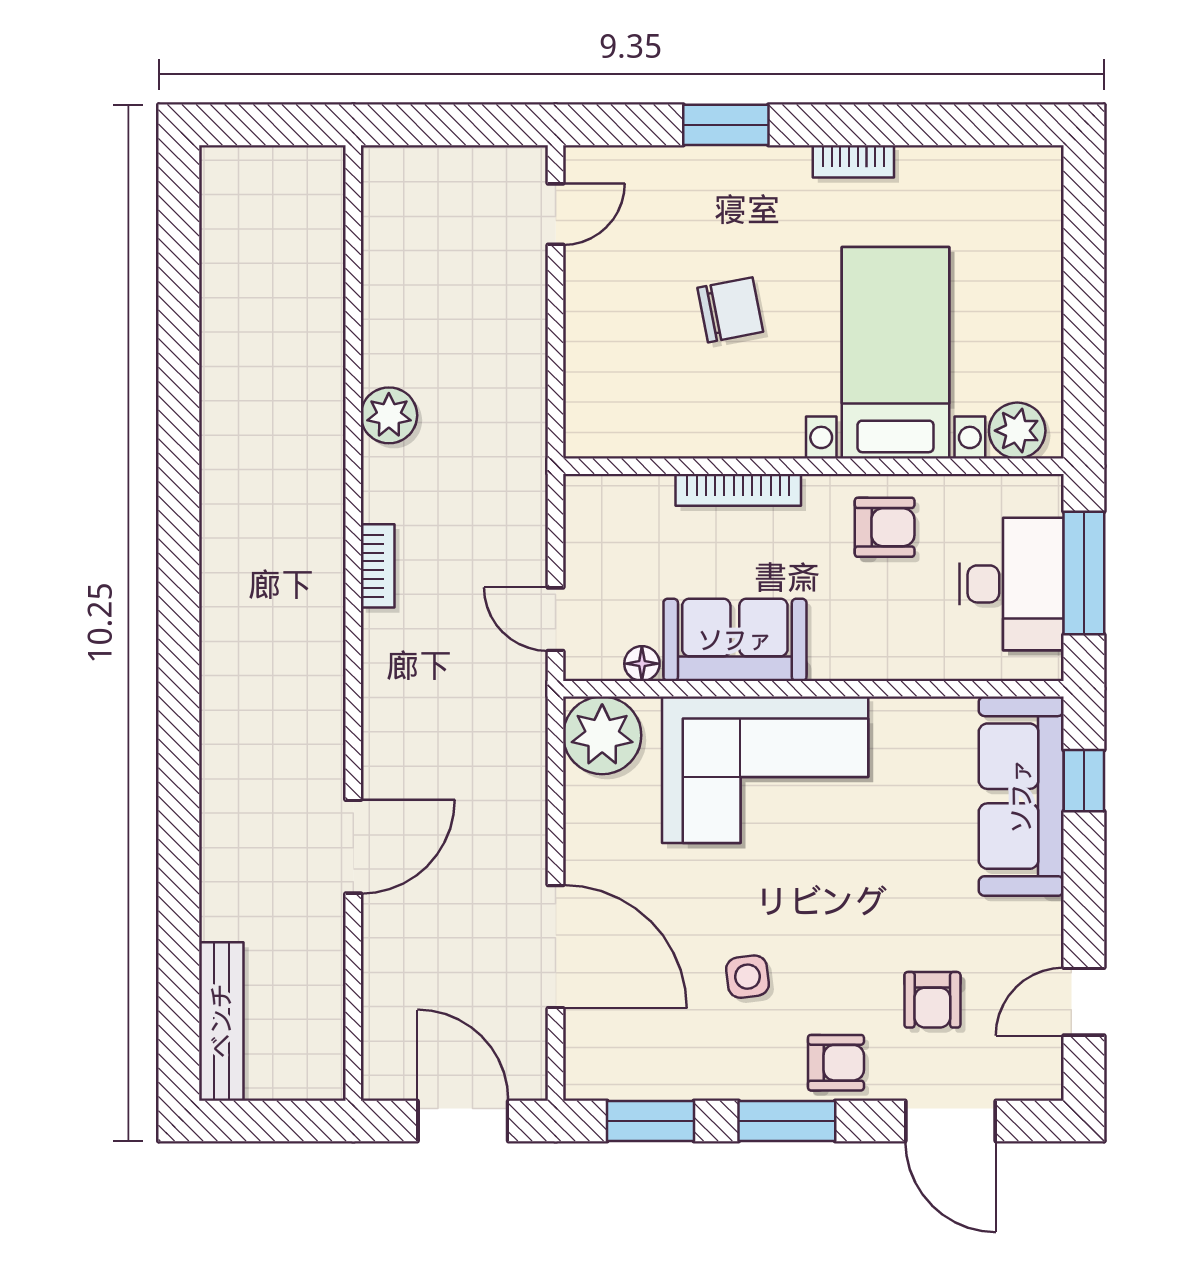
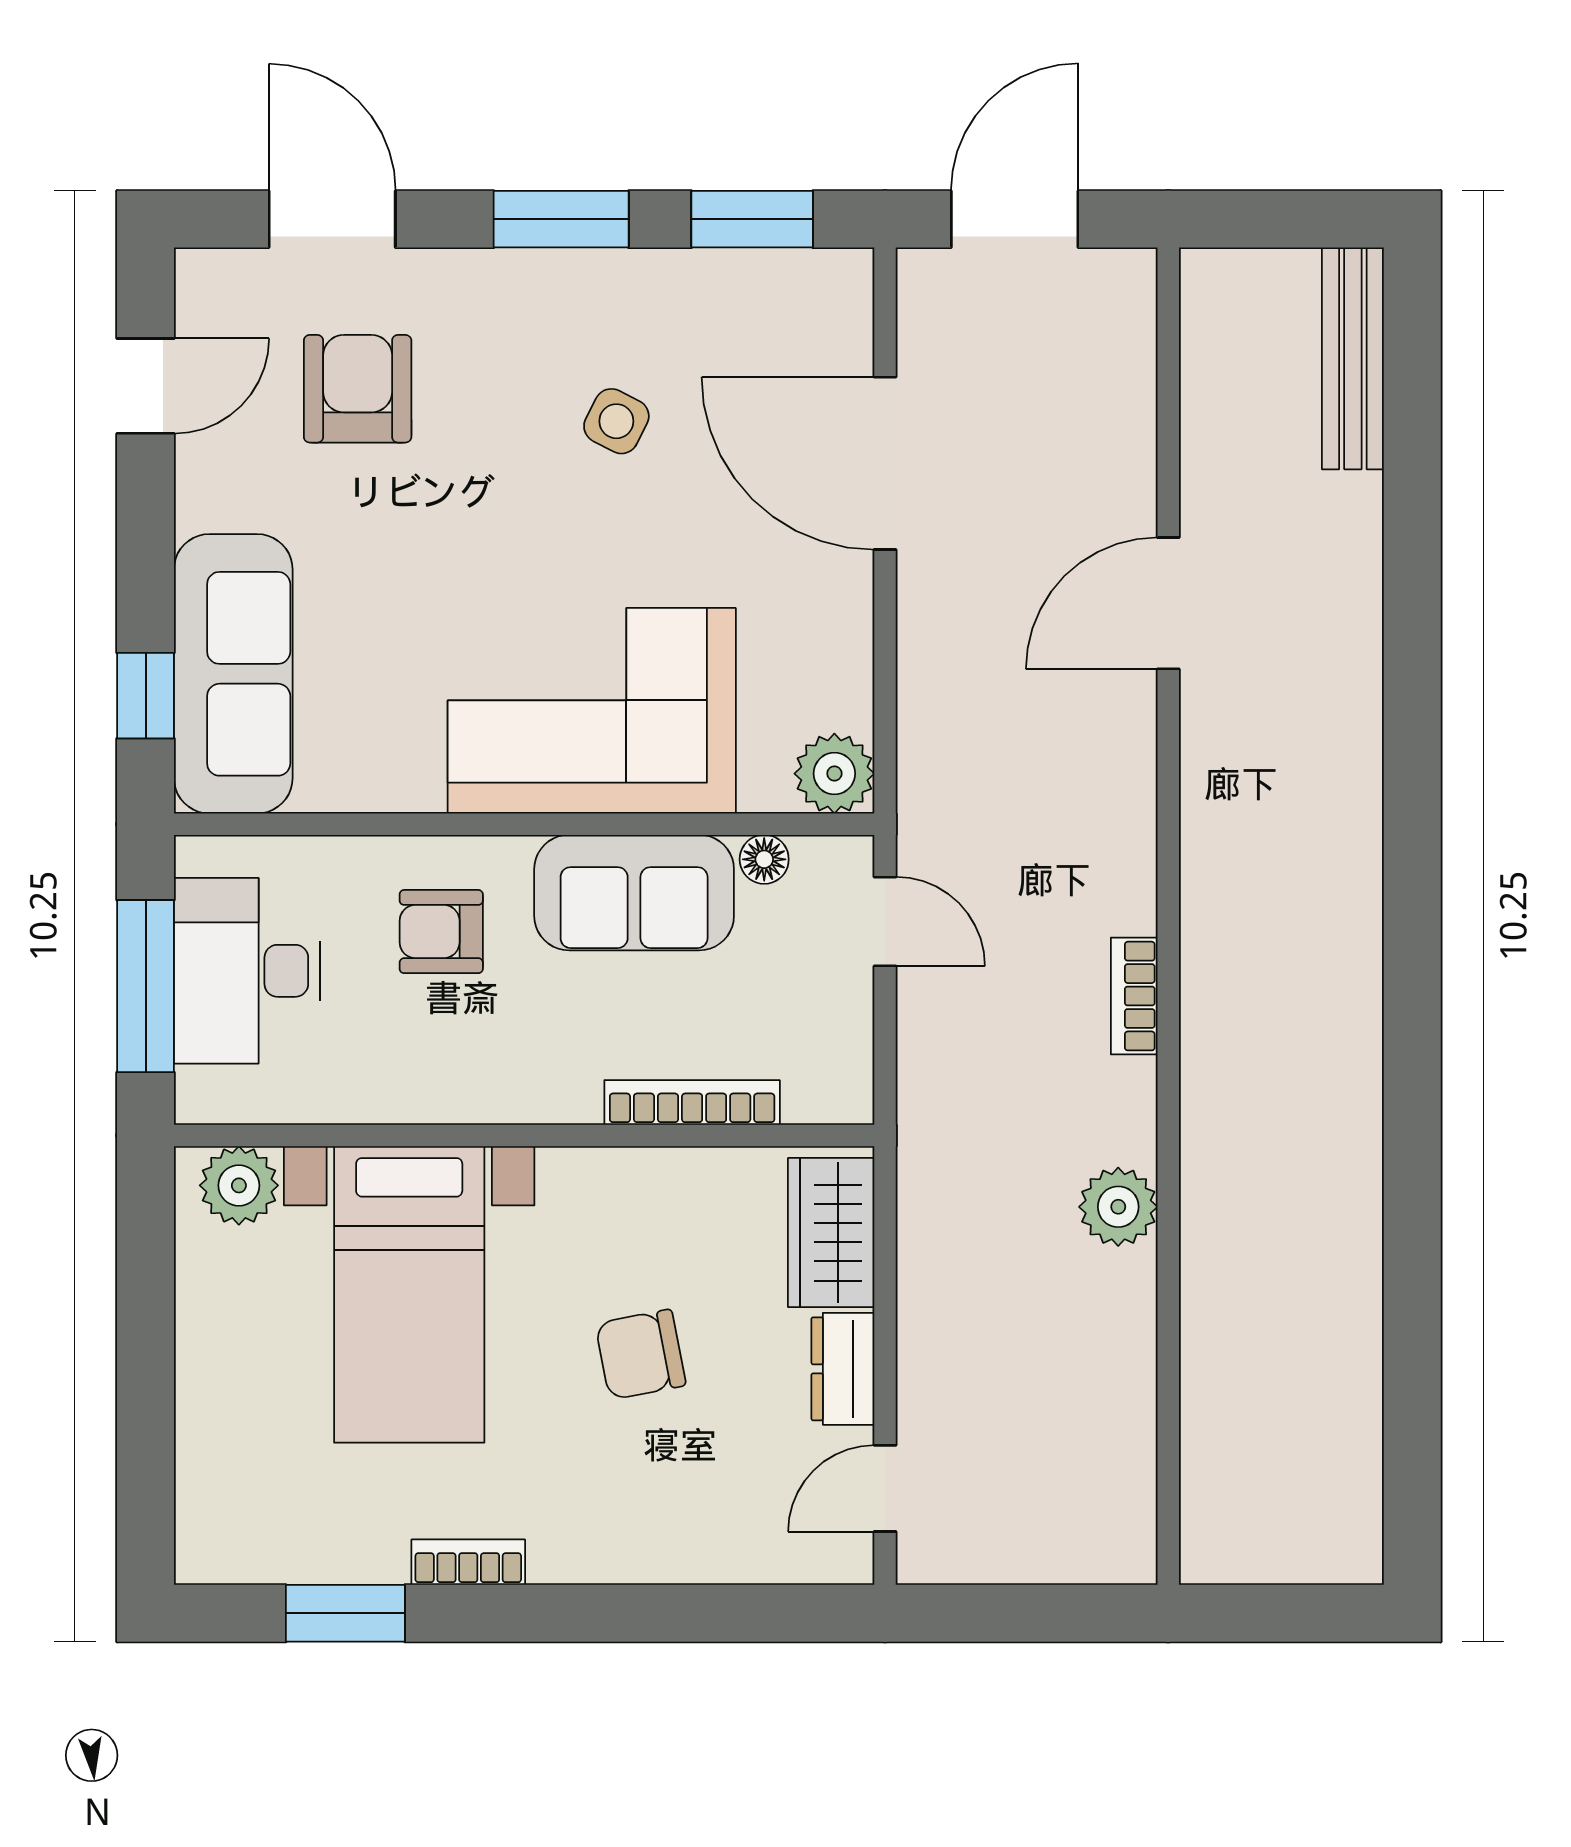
window: (726, 125) -> (345, 1613), moved
dresser: (586, 300) -> (843, 1369), added
wardrobe: (594, 397) -> (831, 1233), added
bookcase: (738, 490) -> (692, 1102), moved
armchair: (885, 527) -> (441, 932), moved
plant: (602, 735) -> (834, 774), width x0.73, depth x0.73
side table: (748, 977) -> (616, 421), turned 34
armchair: (932, 1000) -> (358, 389), width x1.38, depth x1.38
armchair: (836, 1063) -> (493, 301), removed
door: (463, 1121) -> (1015, 219), swing flipped

